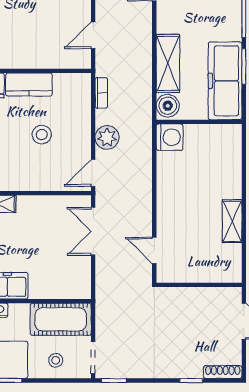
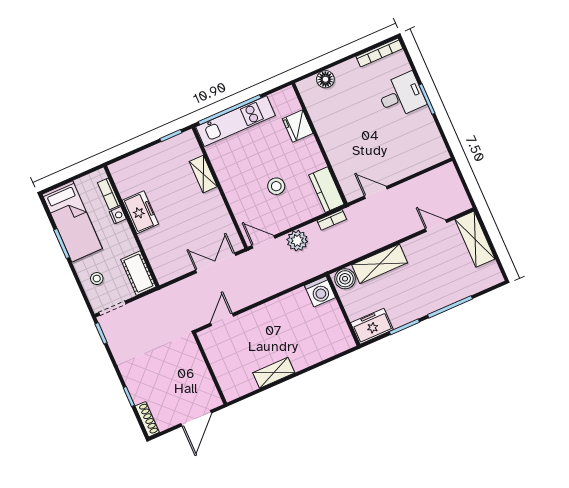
freezer: (225, 81) -> (372, 326), width x0.52, depth x0.79
kitchen counter: (29, 85) -> (326, 190), moved
cot: (61, 319) -> (138, 273), width x0.73, depth x0.75

